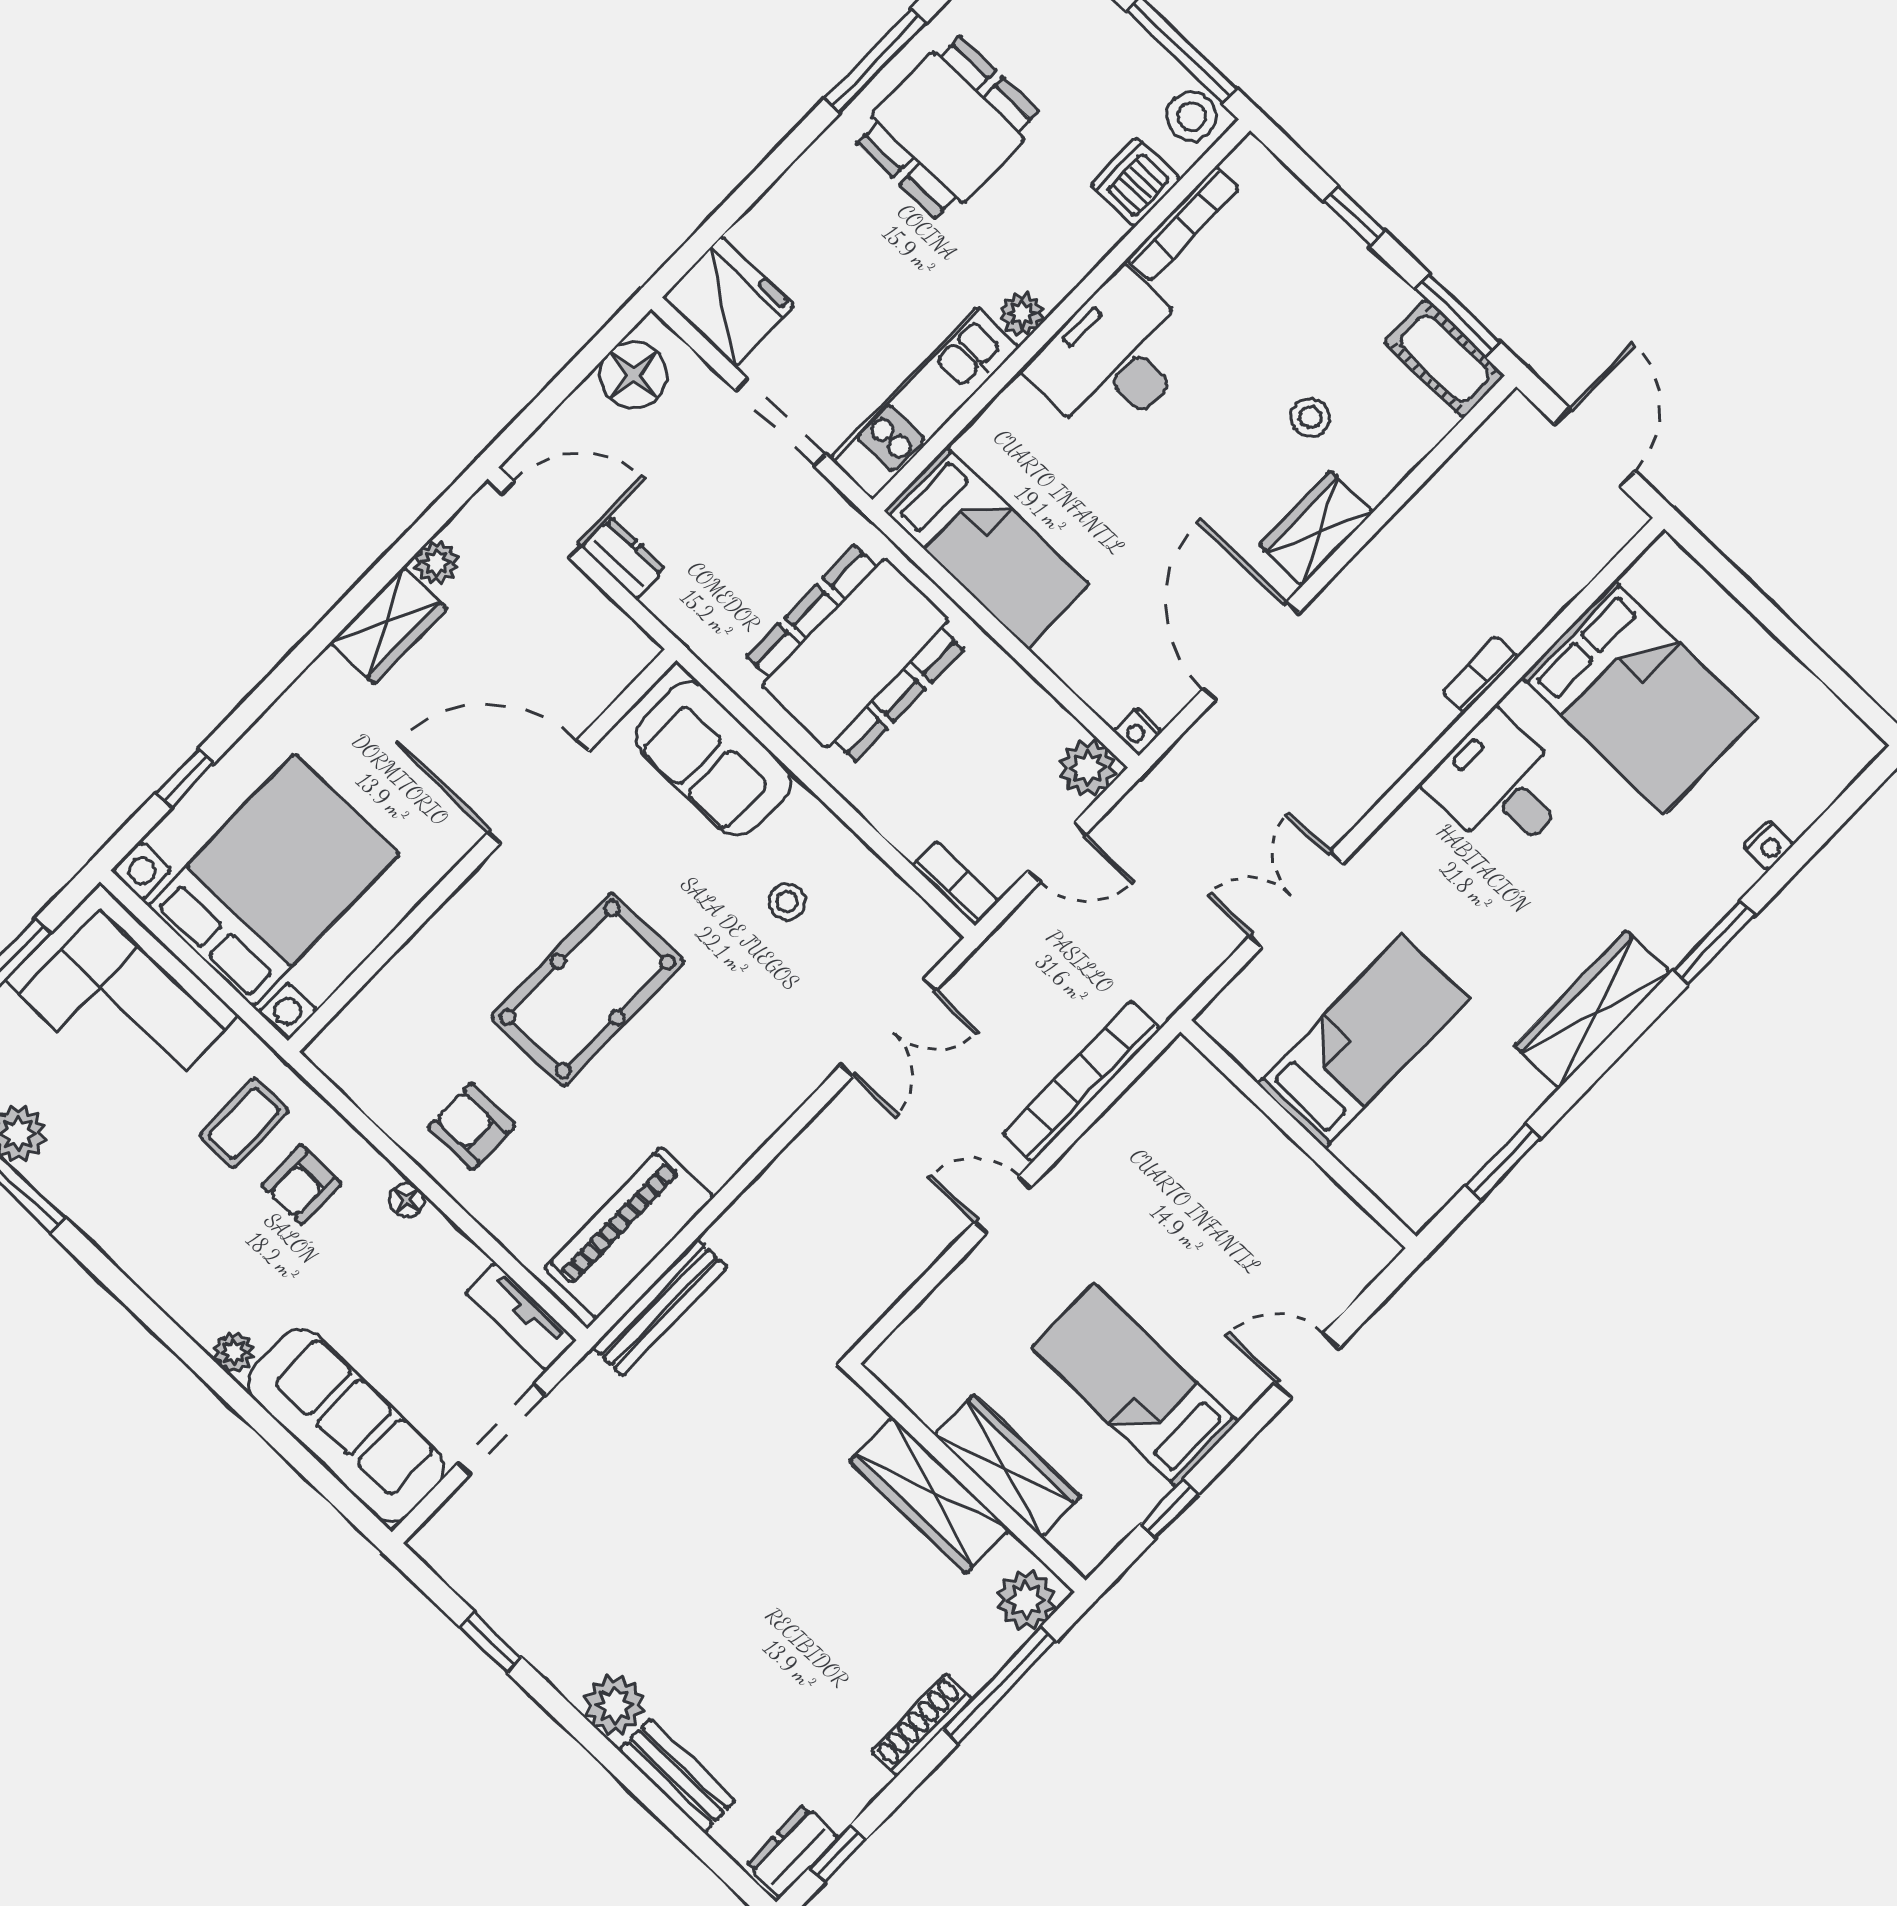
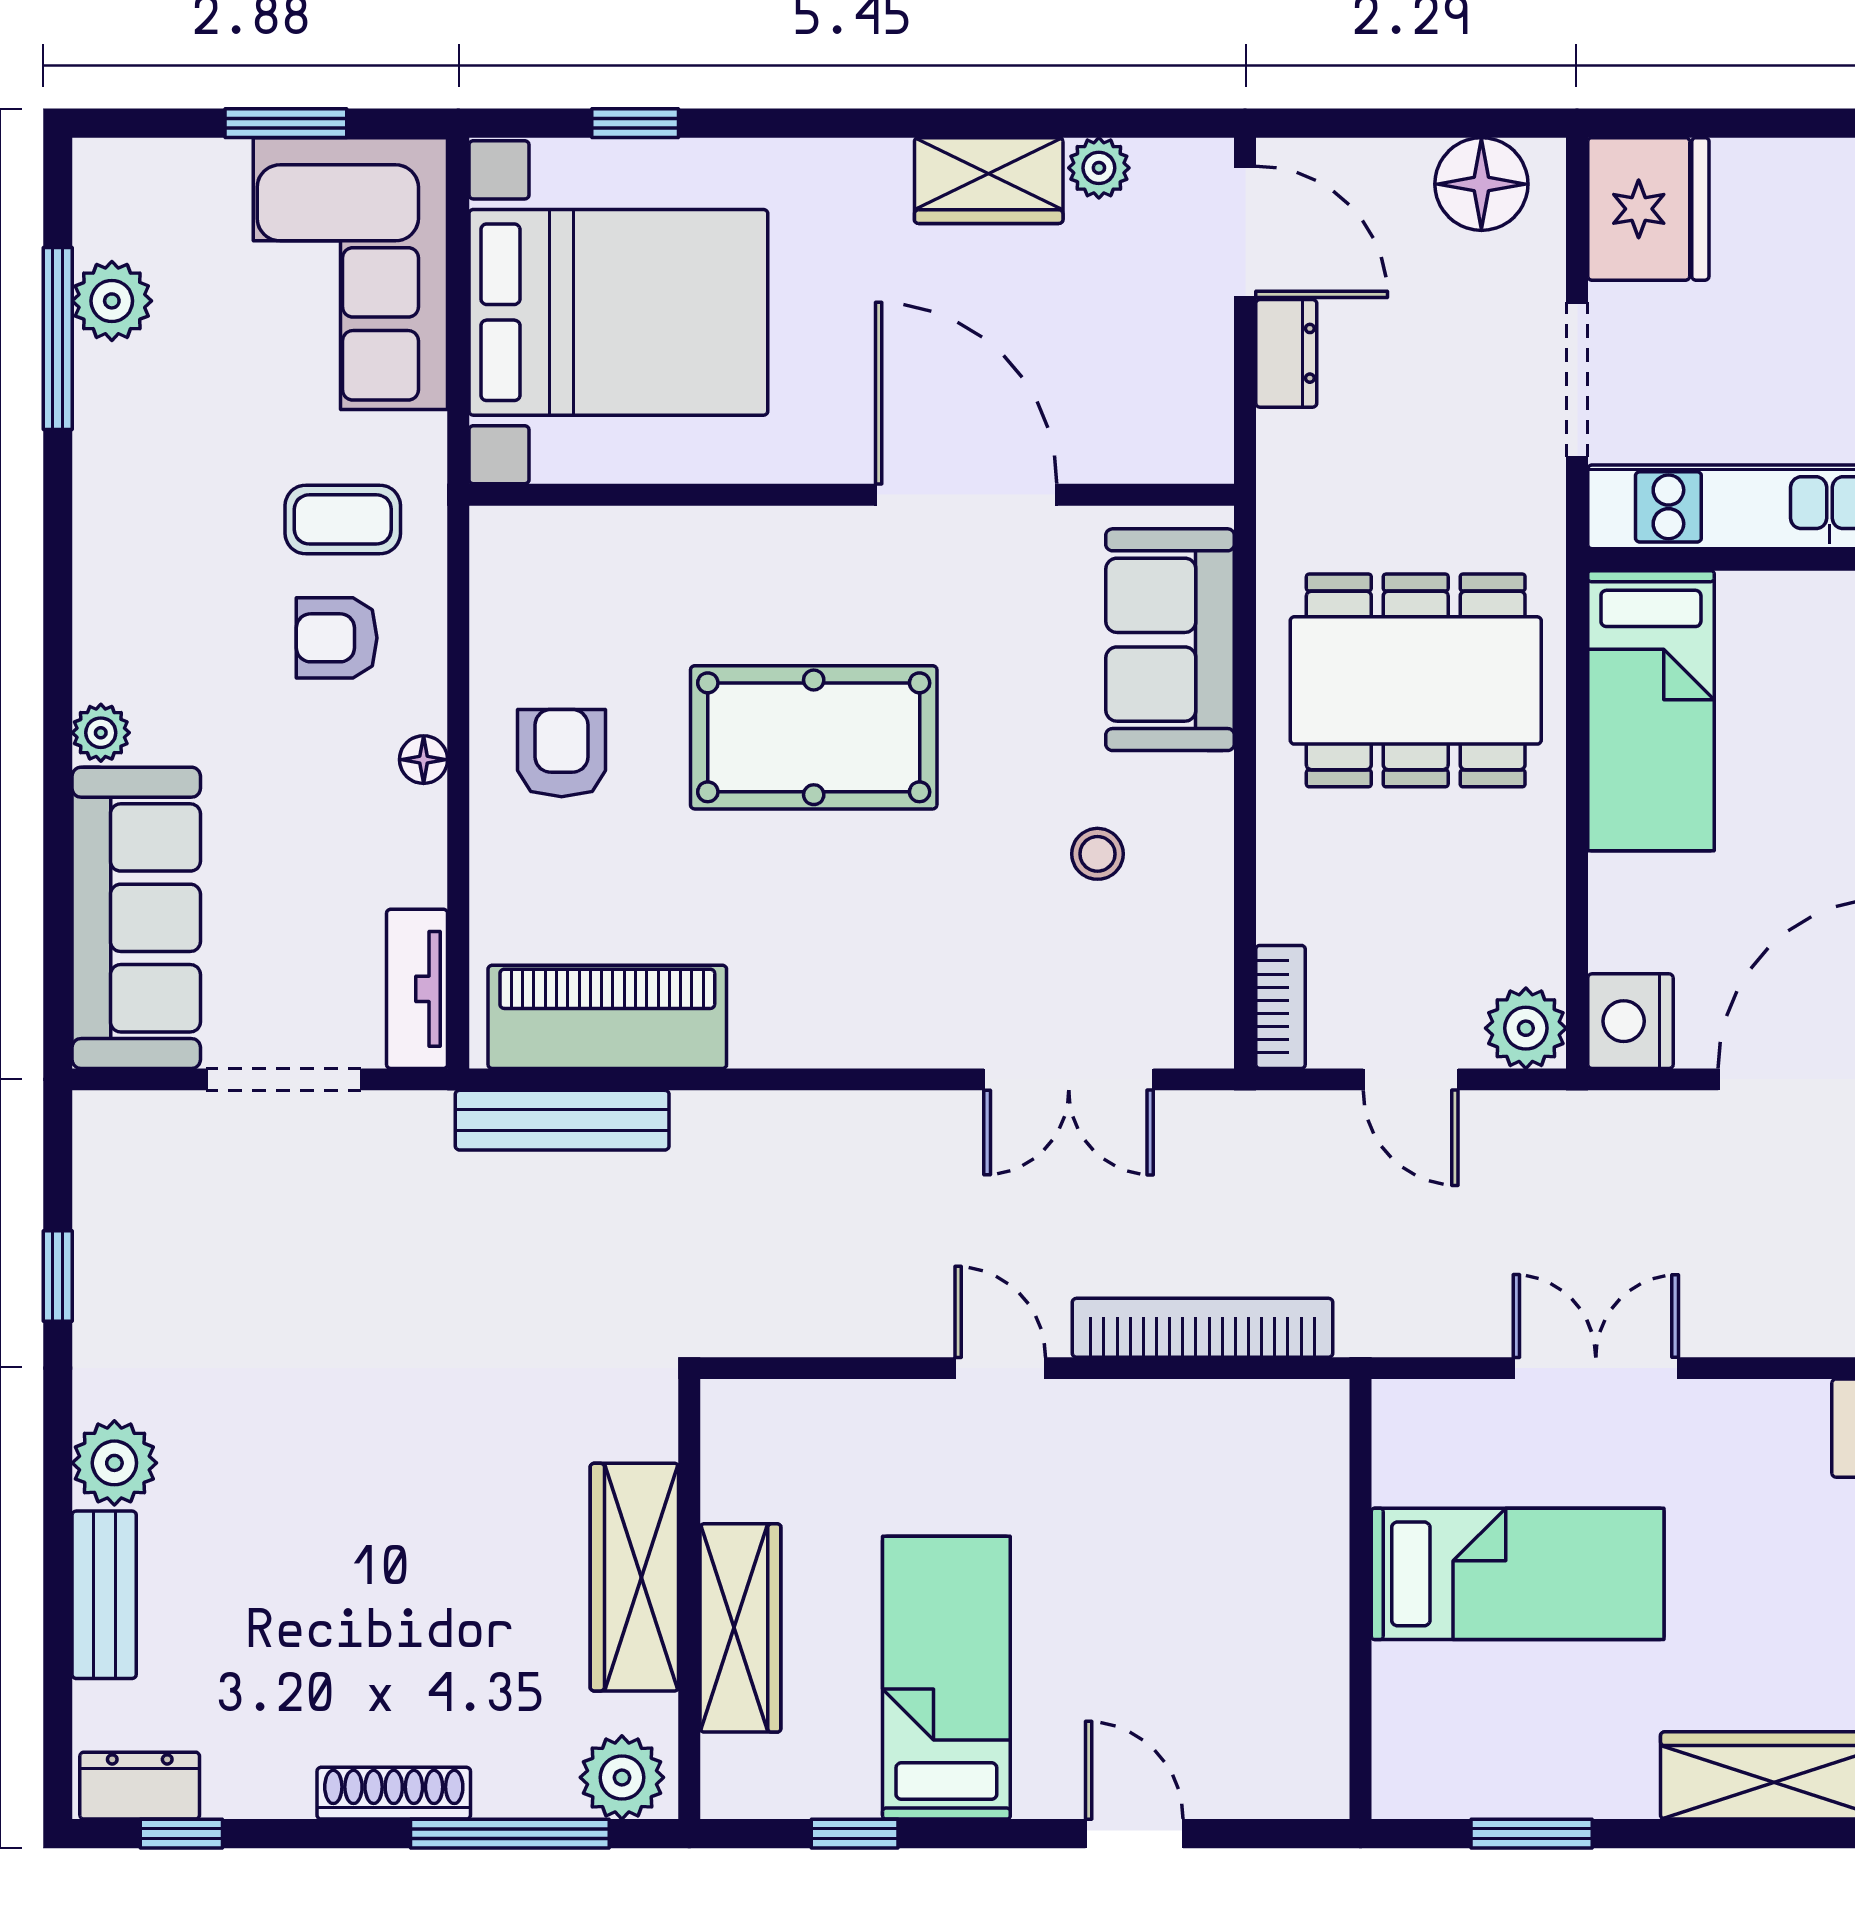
nightstand: (1138, 732) -> (1630, 1021), width x1.89, depth x1.79

